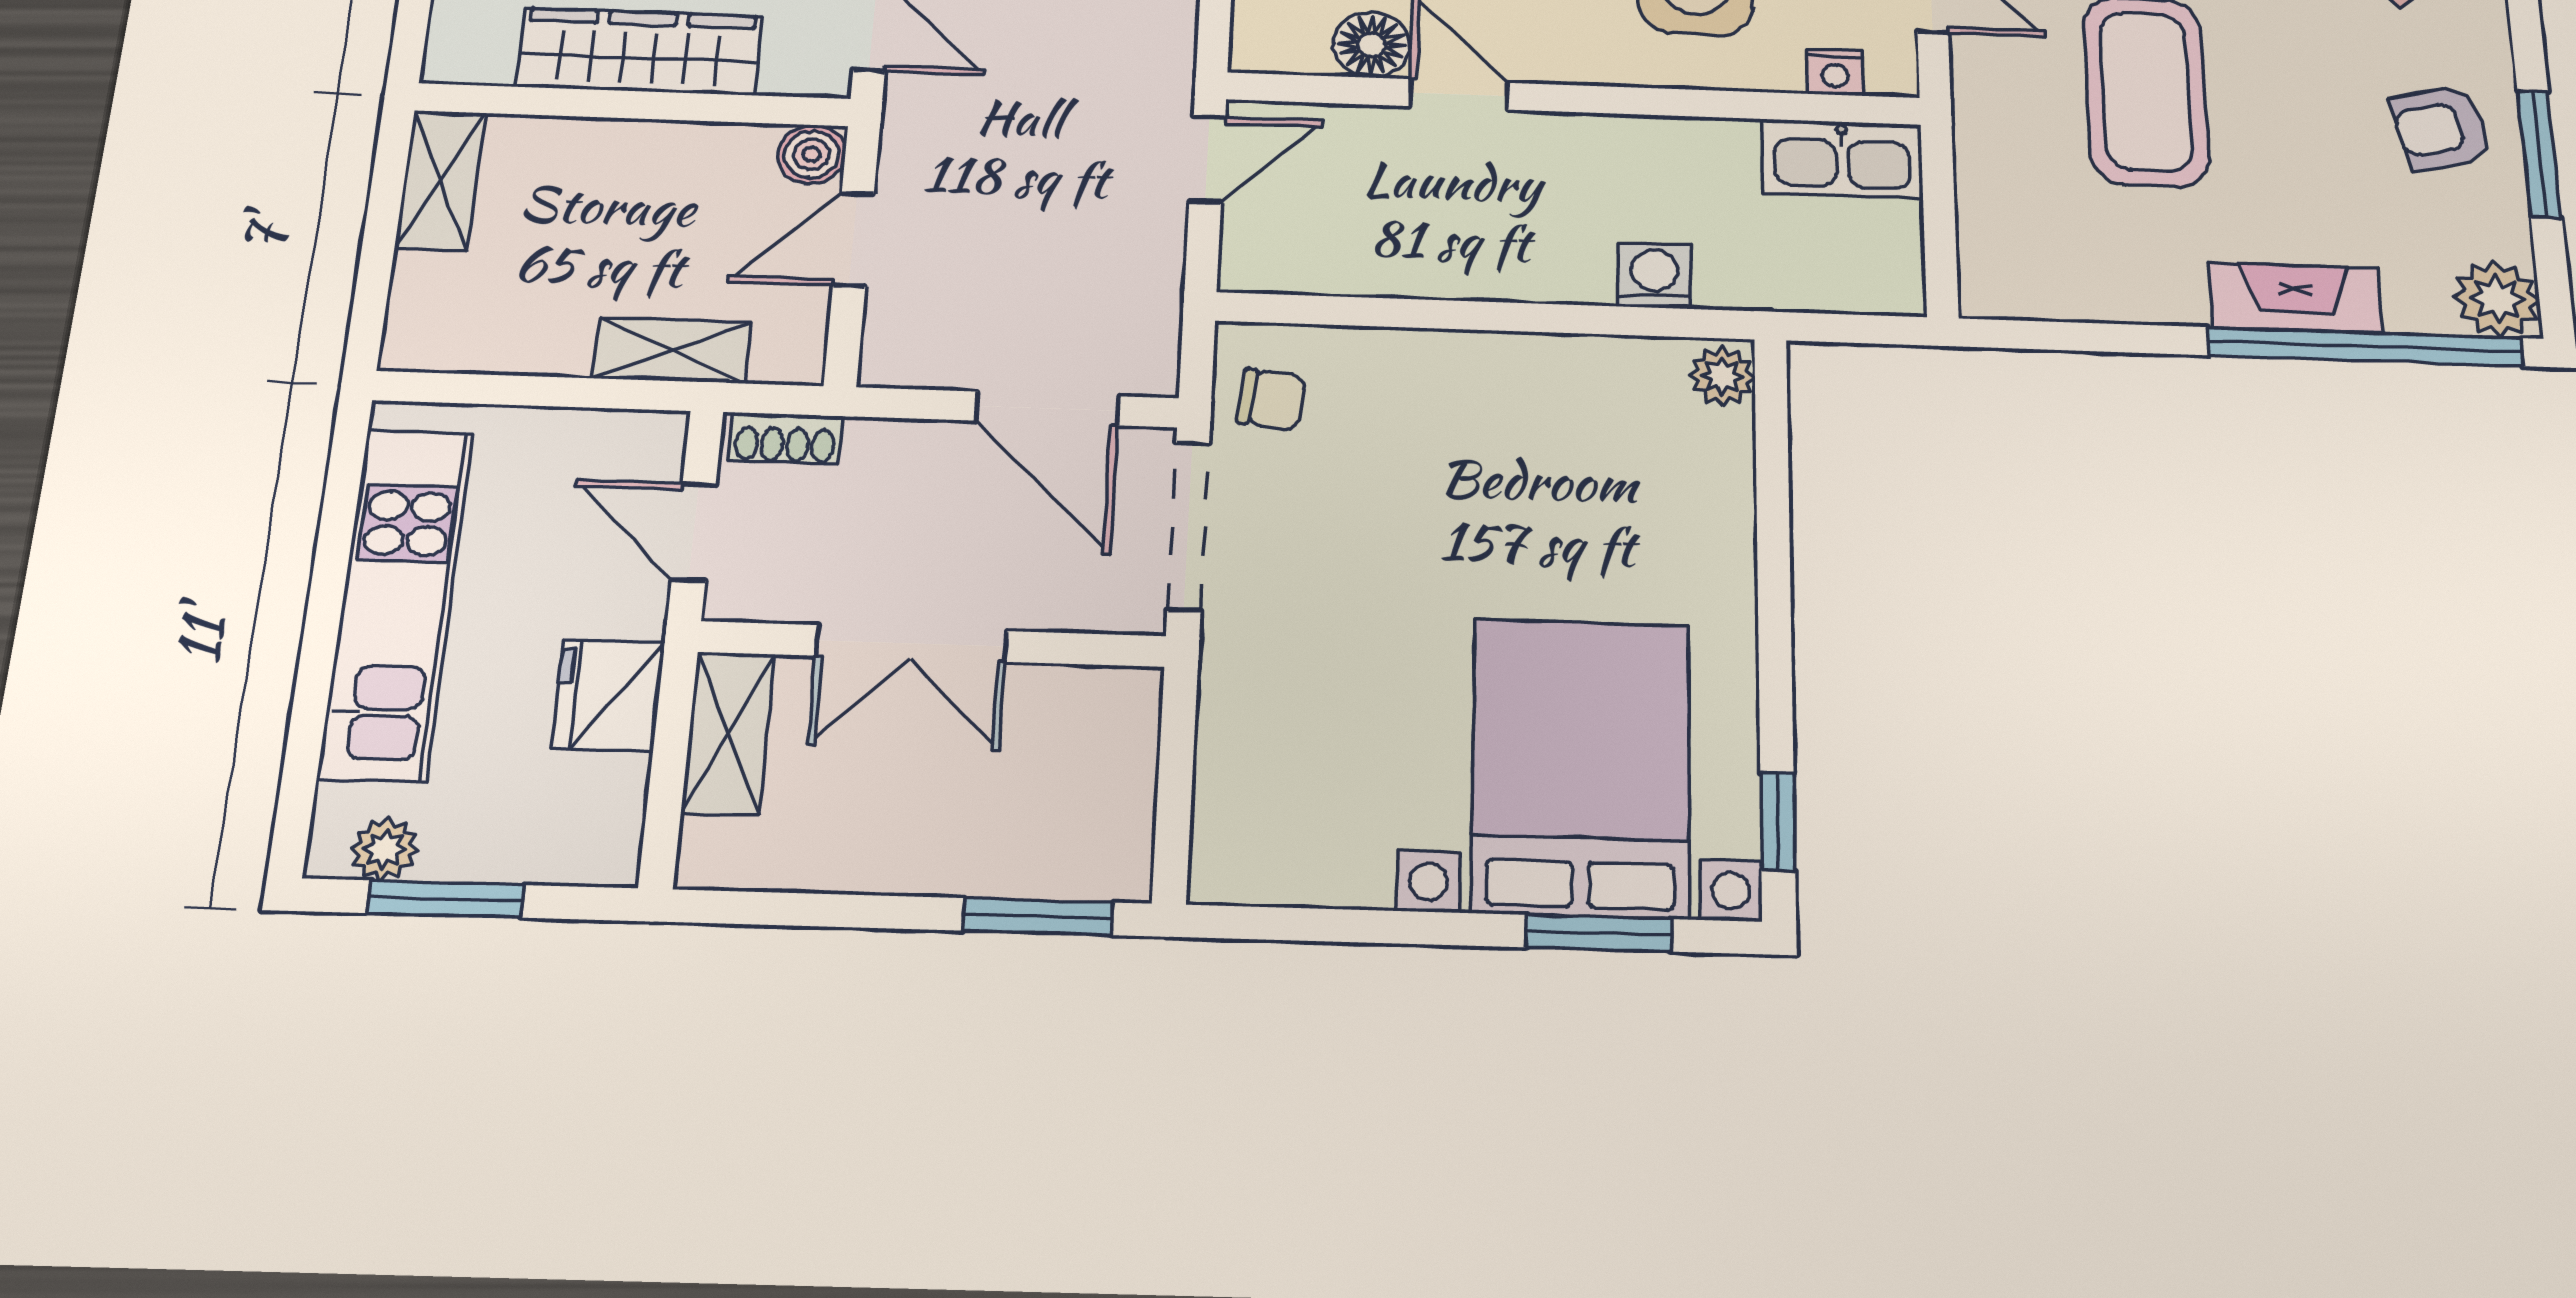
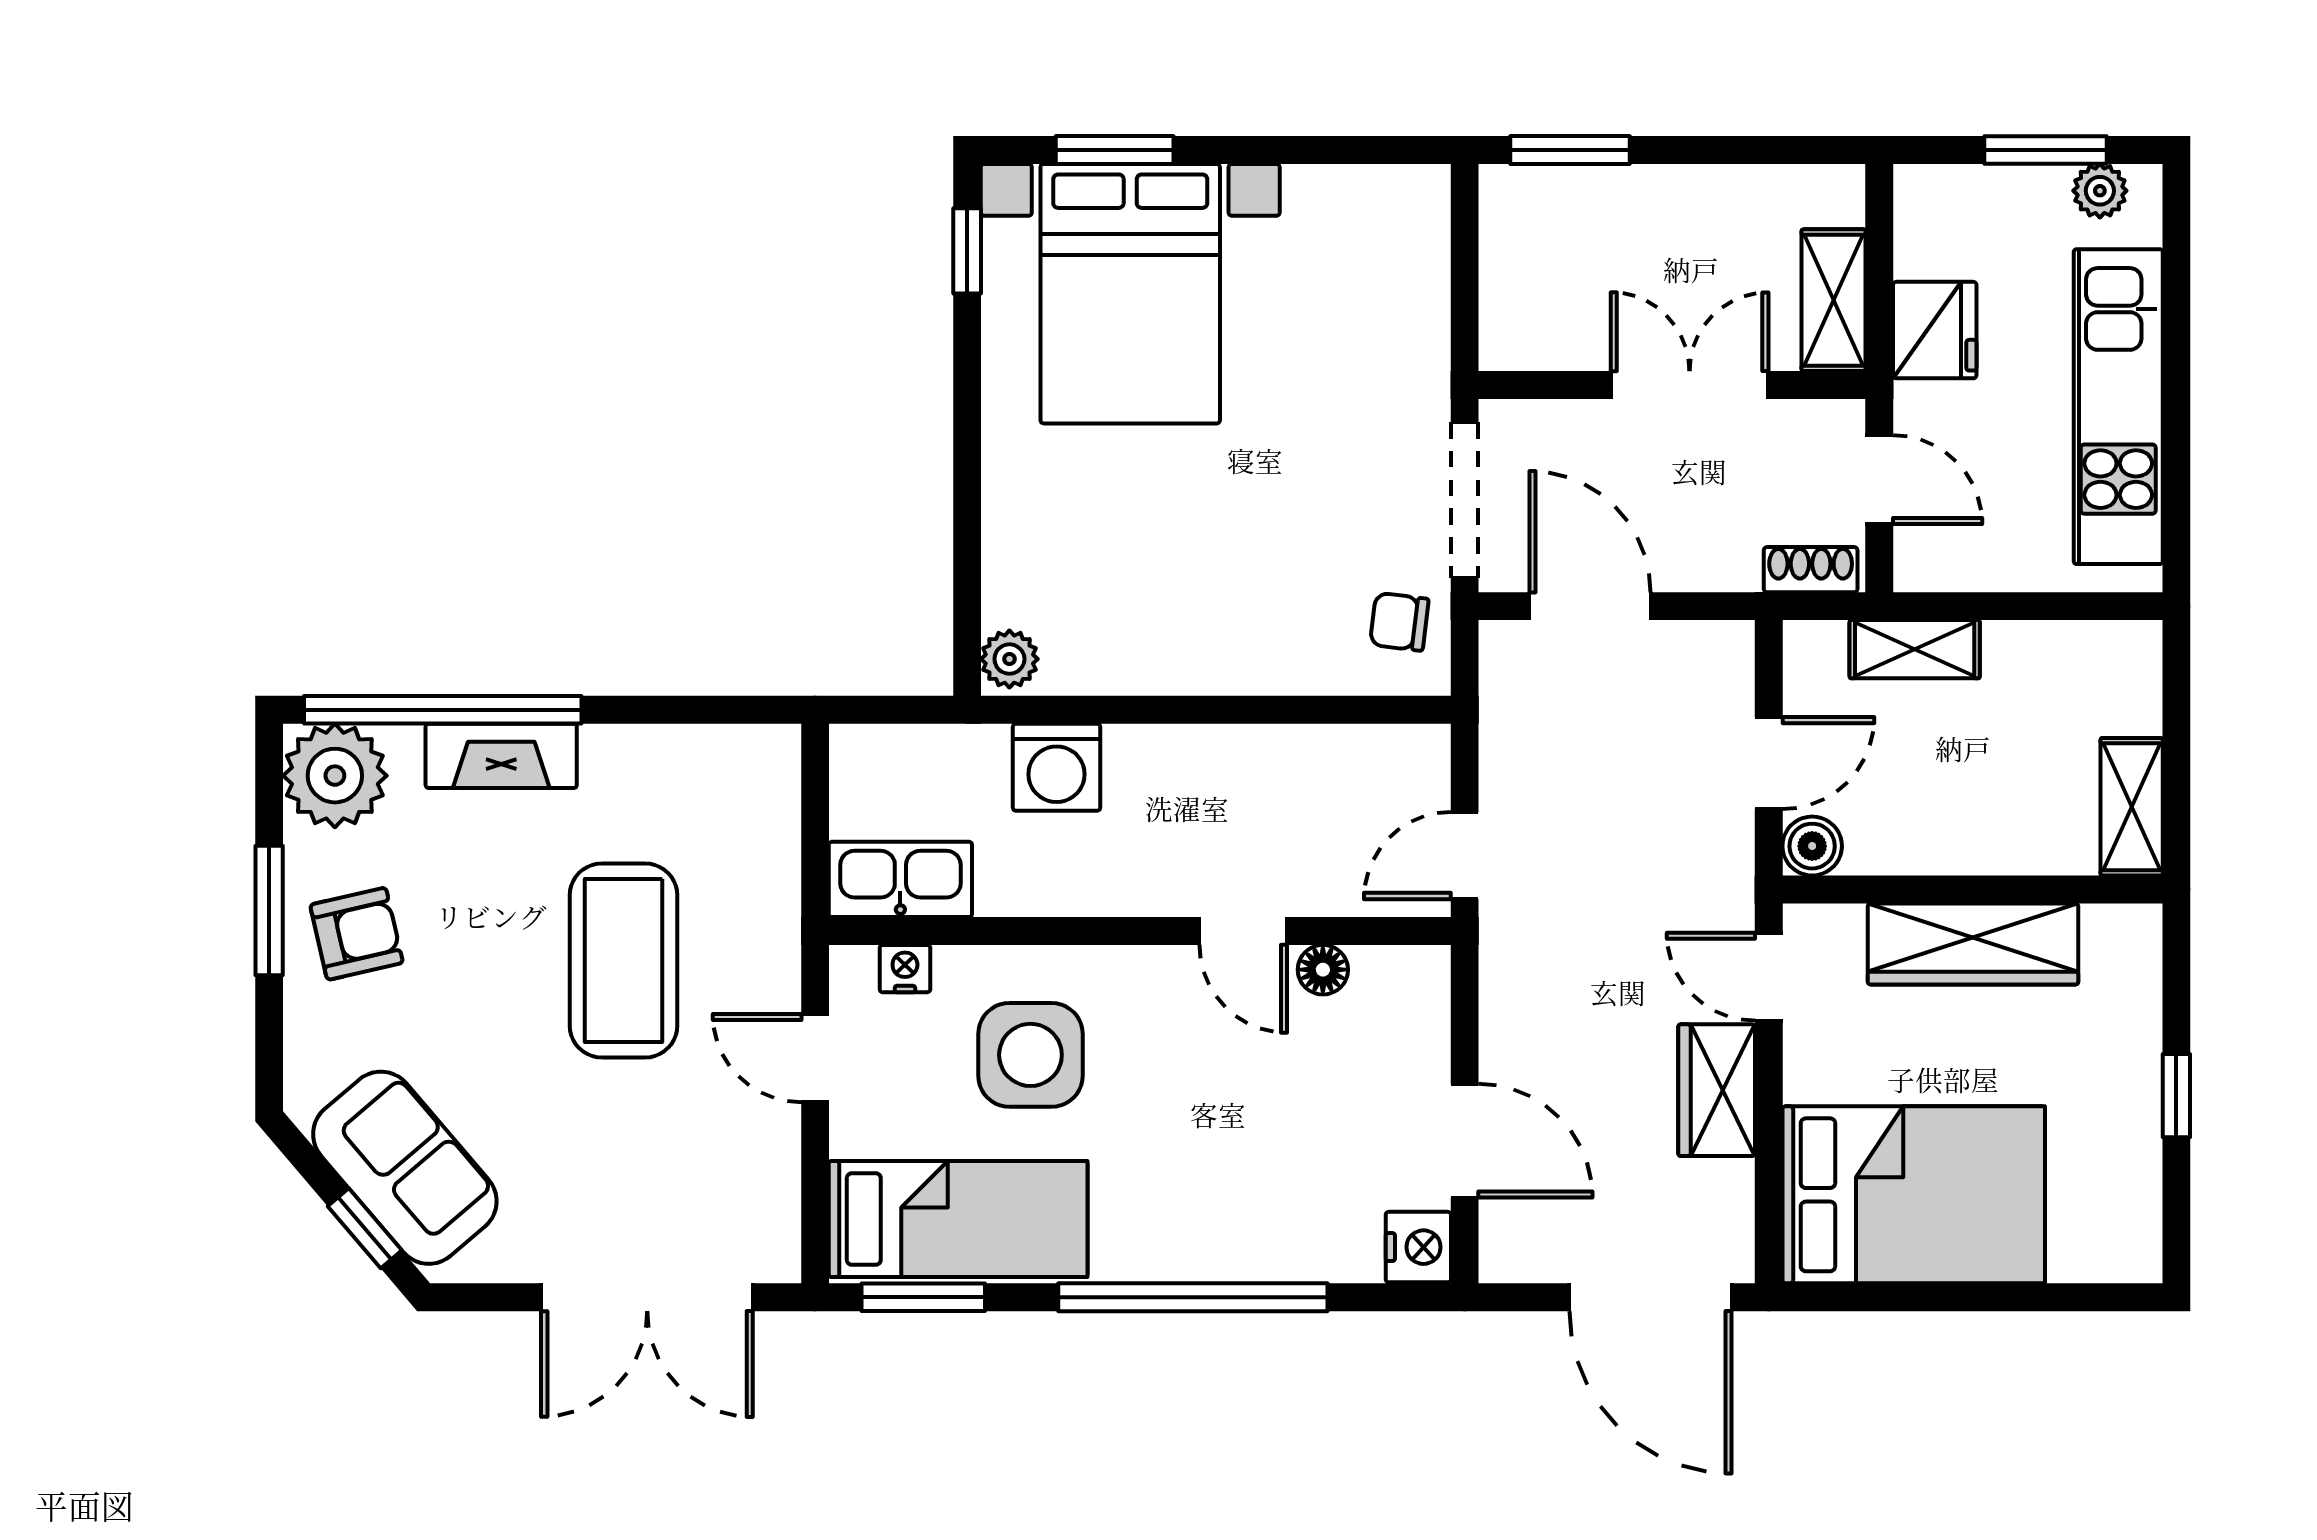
floor lamp: (1372, 45) -> (1323, 970), width x0.73, depth x0.73
washing machine: (1654, 276) -> (1057, 767), width x1.38, depth x1.38
plant: (2497, 299) -> (335, 776), width x1.36, depth x1.36

